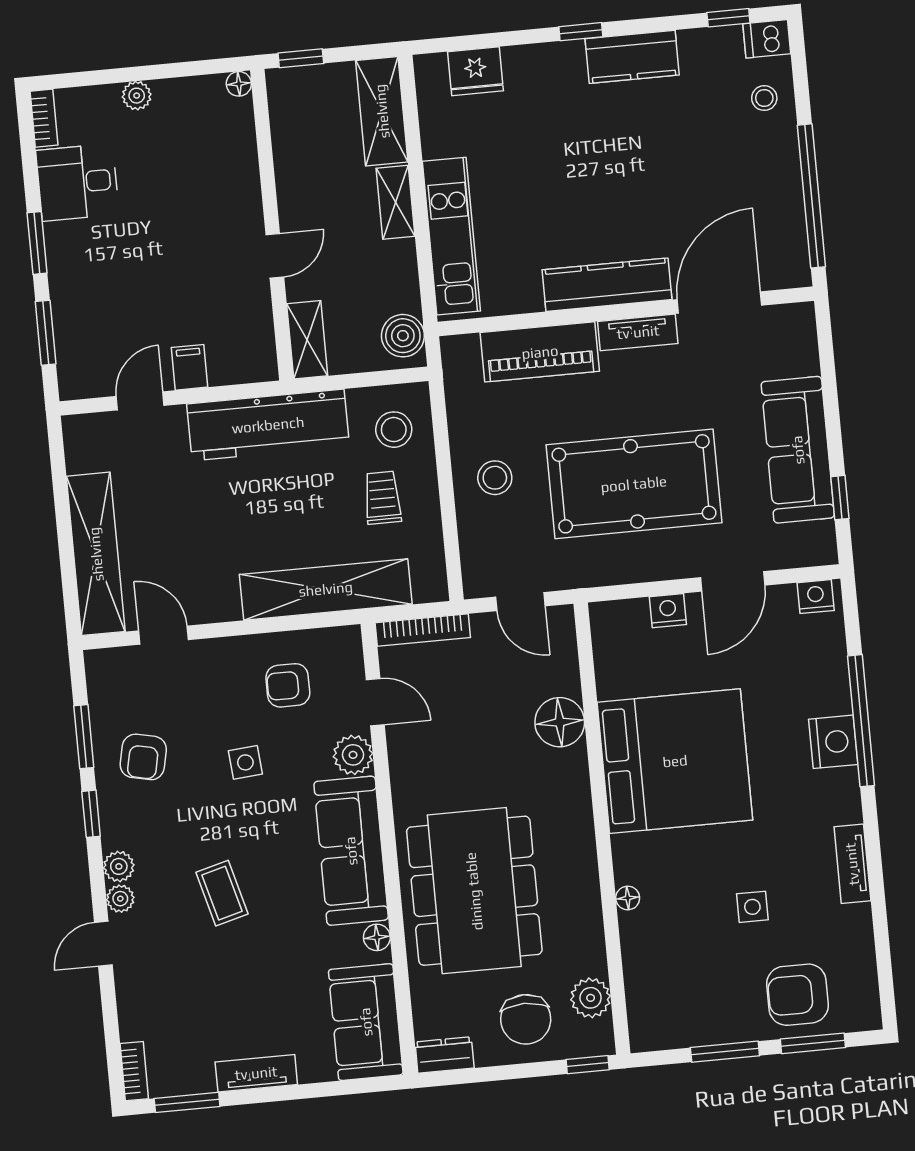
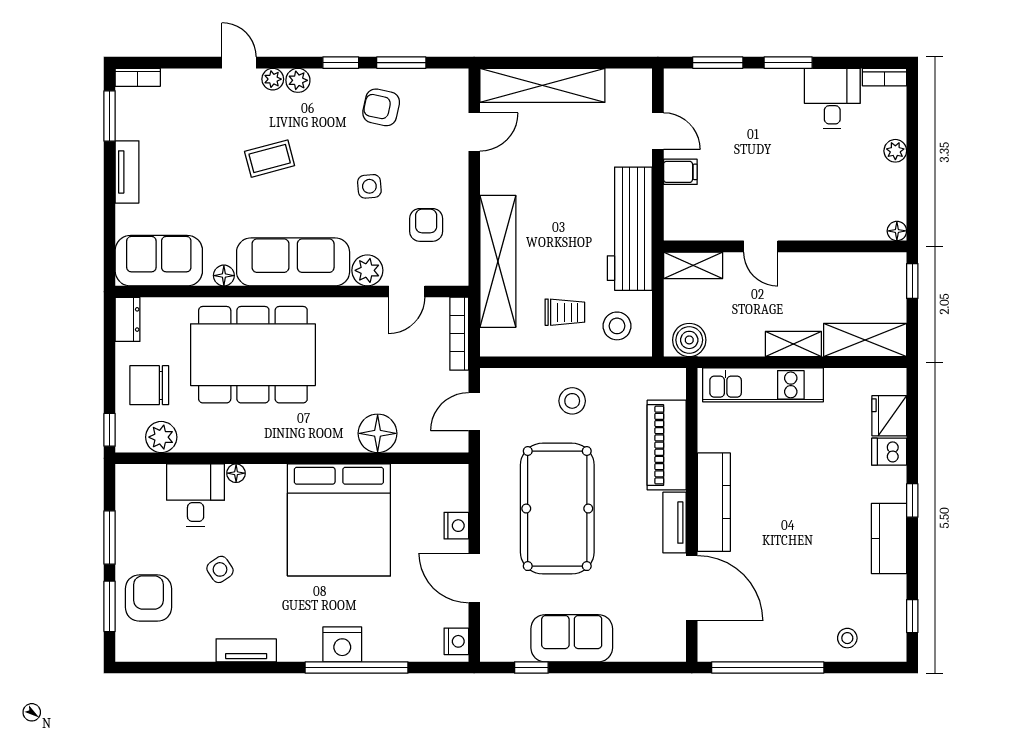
dishwasher: (767, 39) -> (889, 452), moved, turned -90
sofa: (798, 450) -> (572, 638), width x0.73
side table: (752, 907) -> (220, 569), turned -34
desk: (661, 947) -> (196, 495), added

